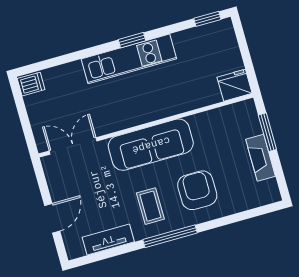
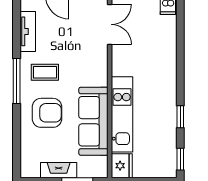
window: (132, 40) -> (180, 117), moved
kitchen unit: (129, 59) -> (122, 114), moved, turned 180
sofa: (151, 145) -> (93, 121), moved

